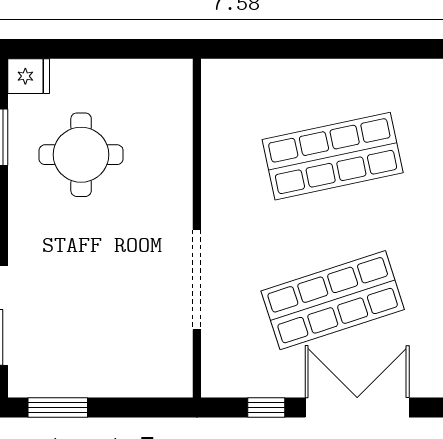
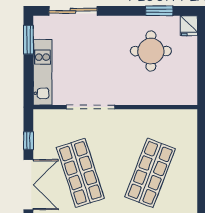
shop shelf: (333, 156) -> (150, 173), turned 33
kitchen unit: (125, 378) -> (43, 72), added

